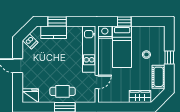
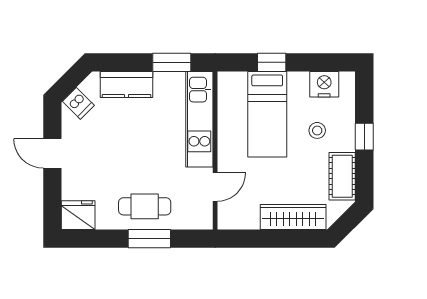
window: (57, 21) -> (172, 62), moved
nightstand: (105, 32) -> (324, 84), moved
wardrobe: (140, 97) -> (293, 217), width x1.50

